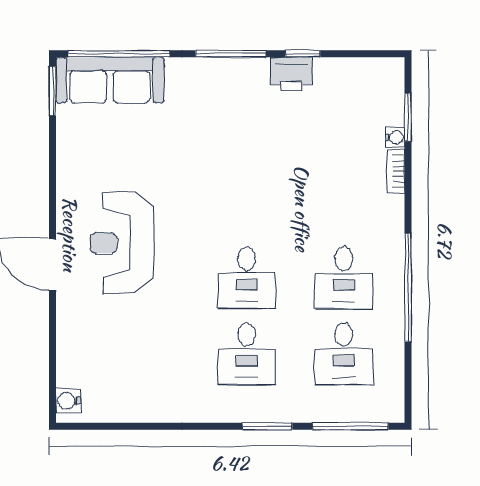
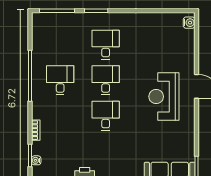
water cooler: (395, 138) -> (36, 160), moved
reception desk: (122, 243) -> (164, 97), turned 180
desk: (344, 354) -> (106, 116), moved

